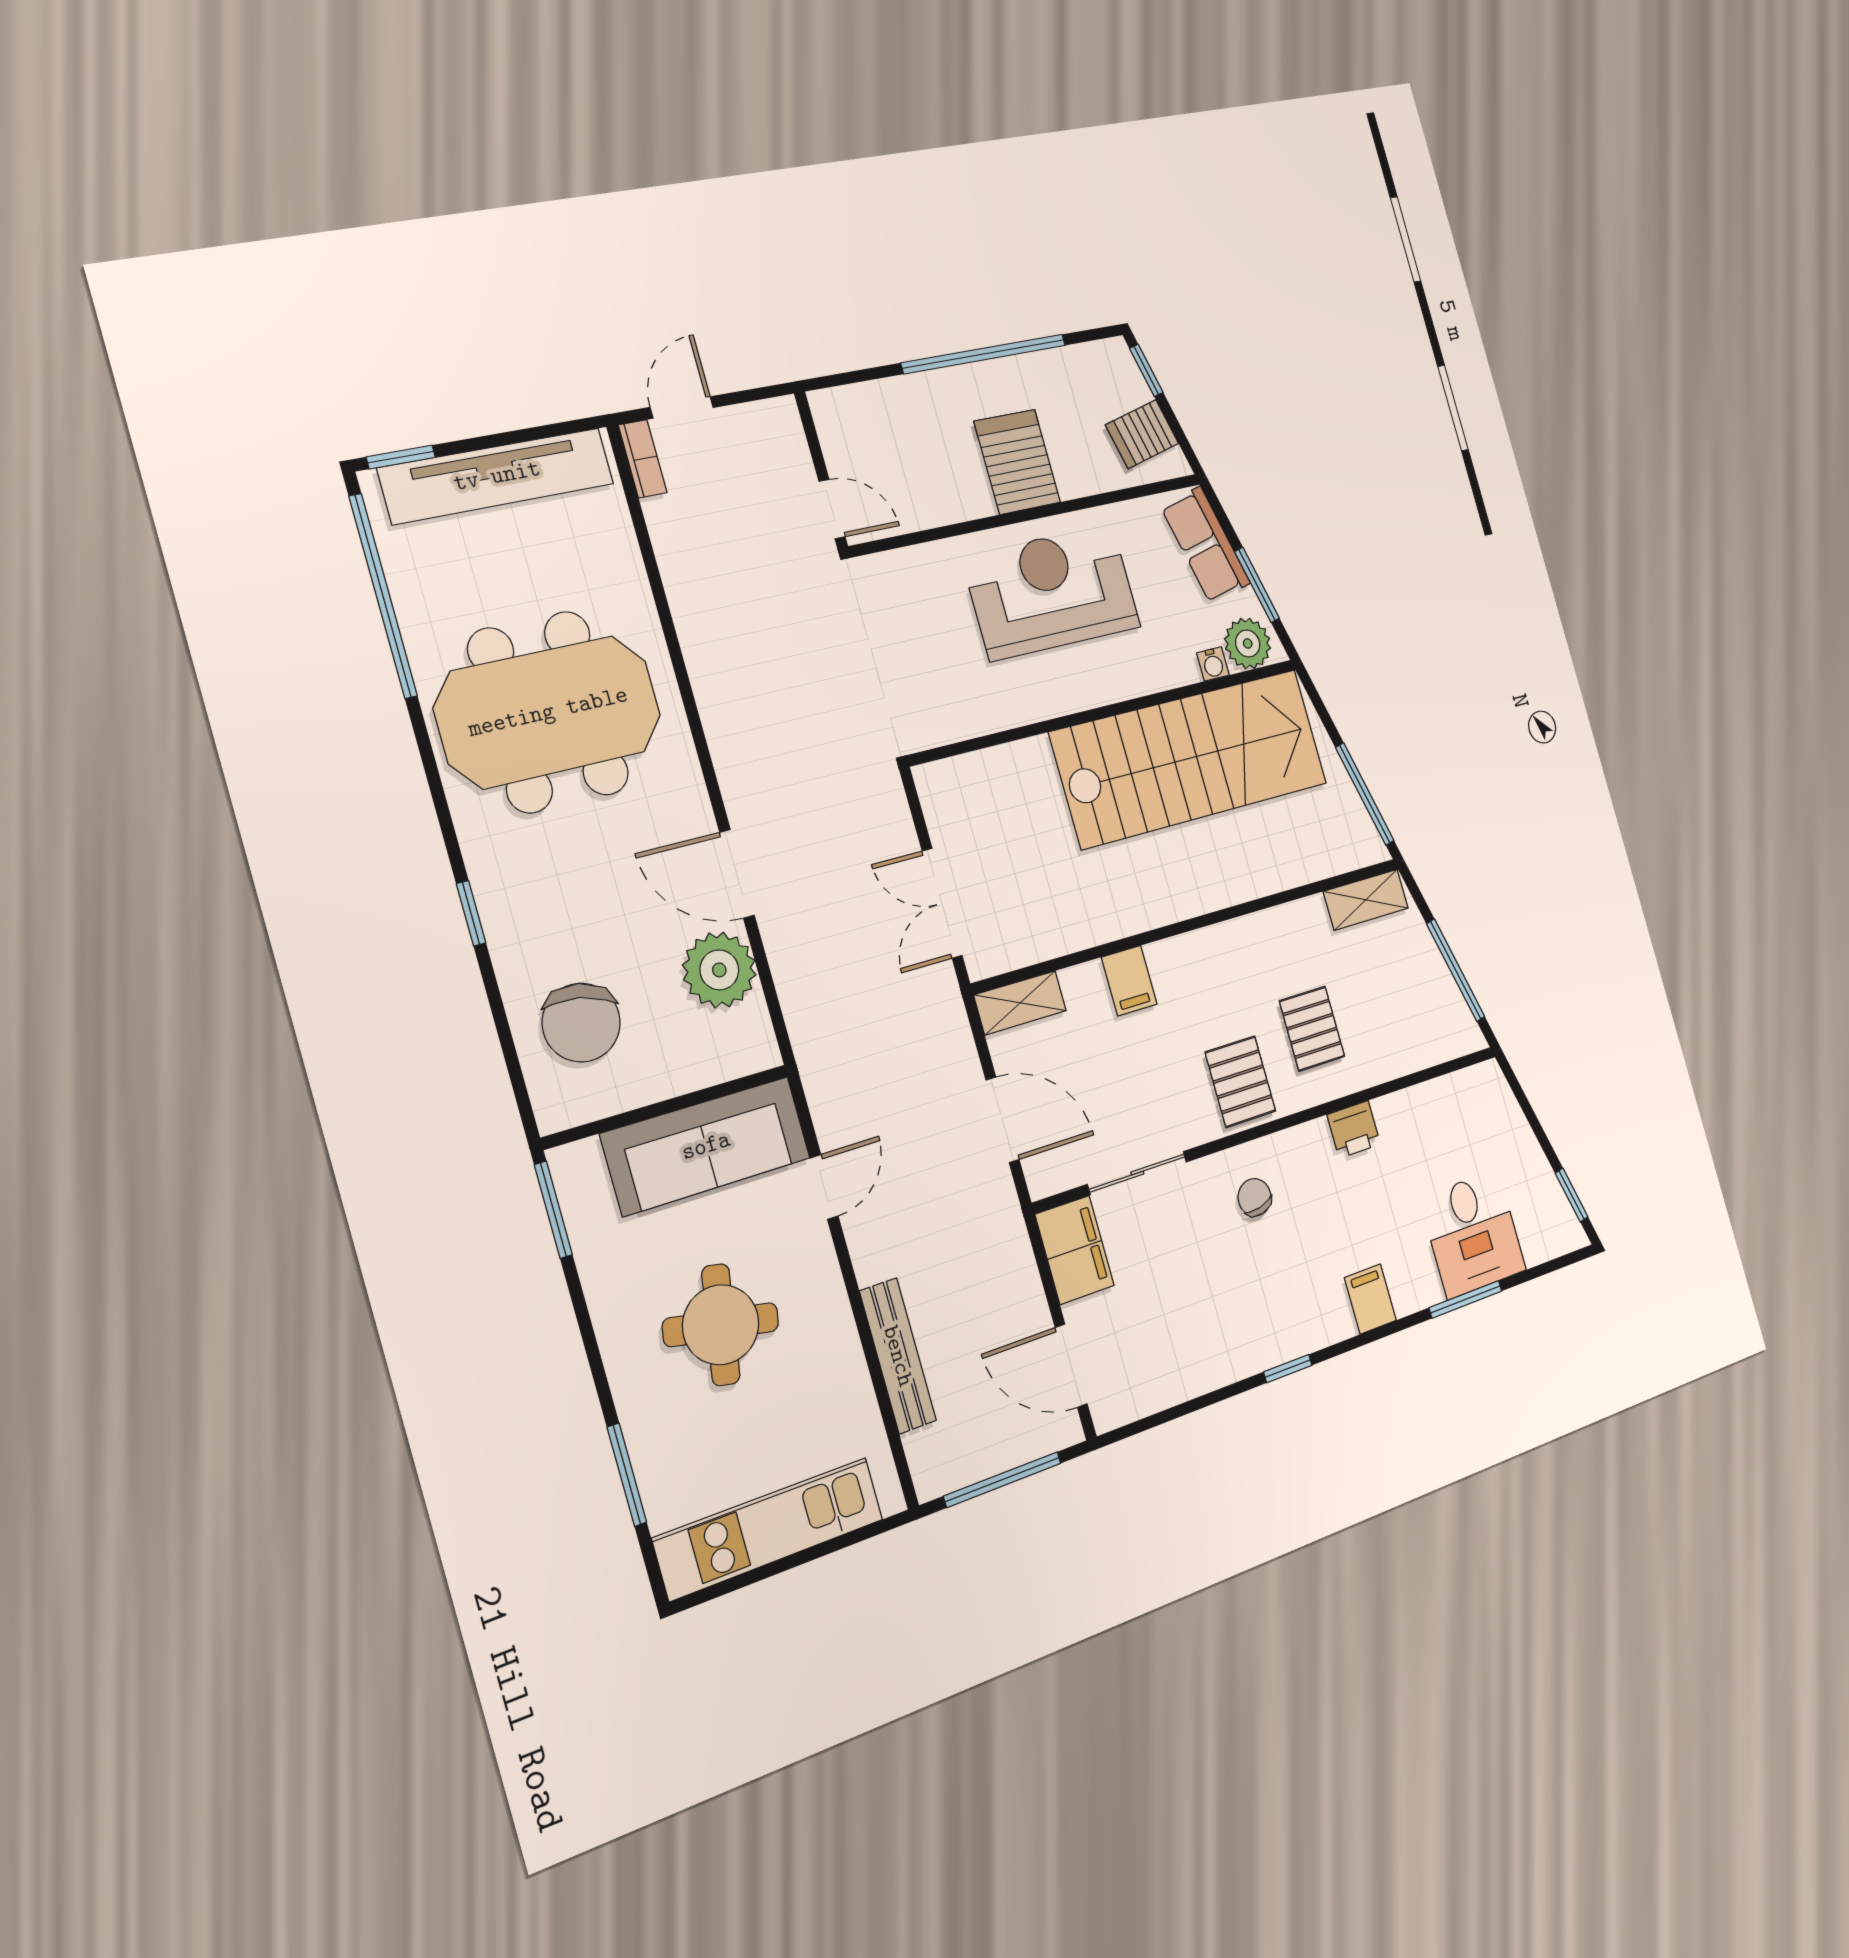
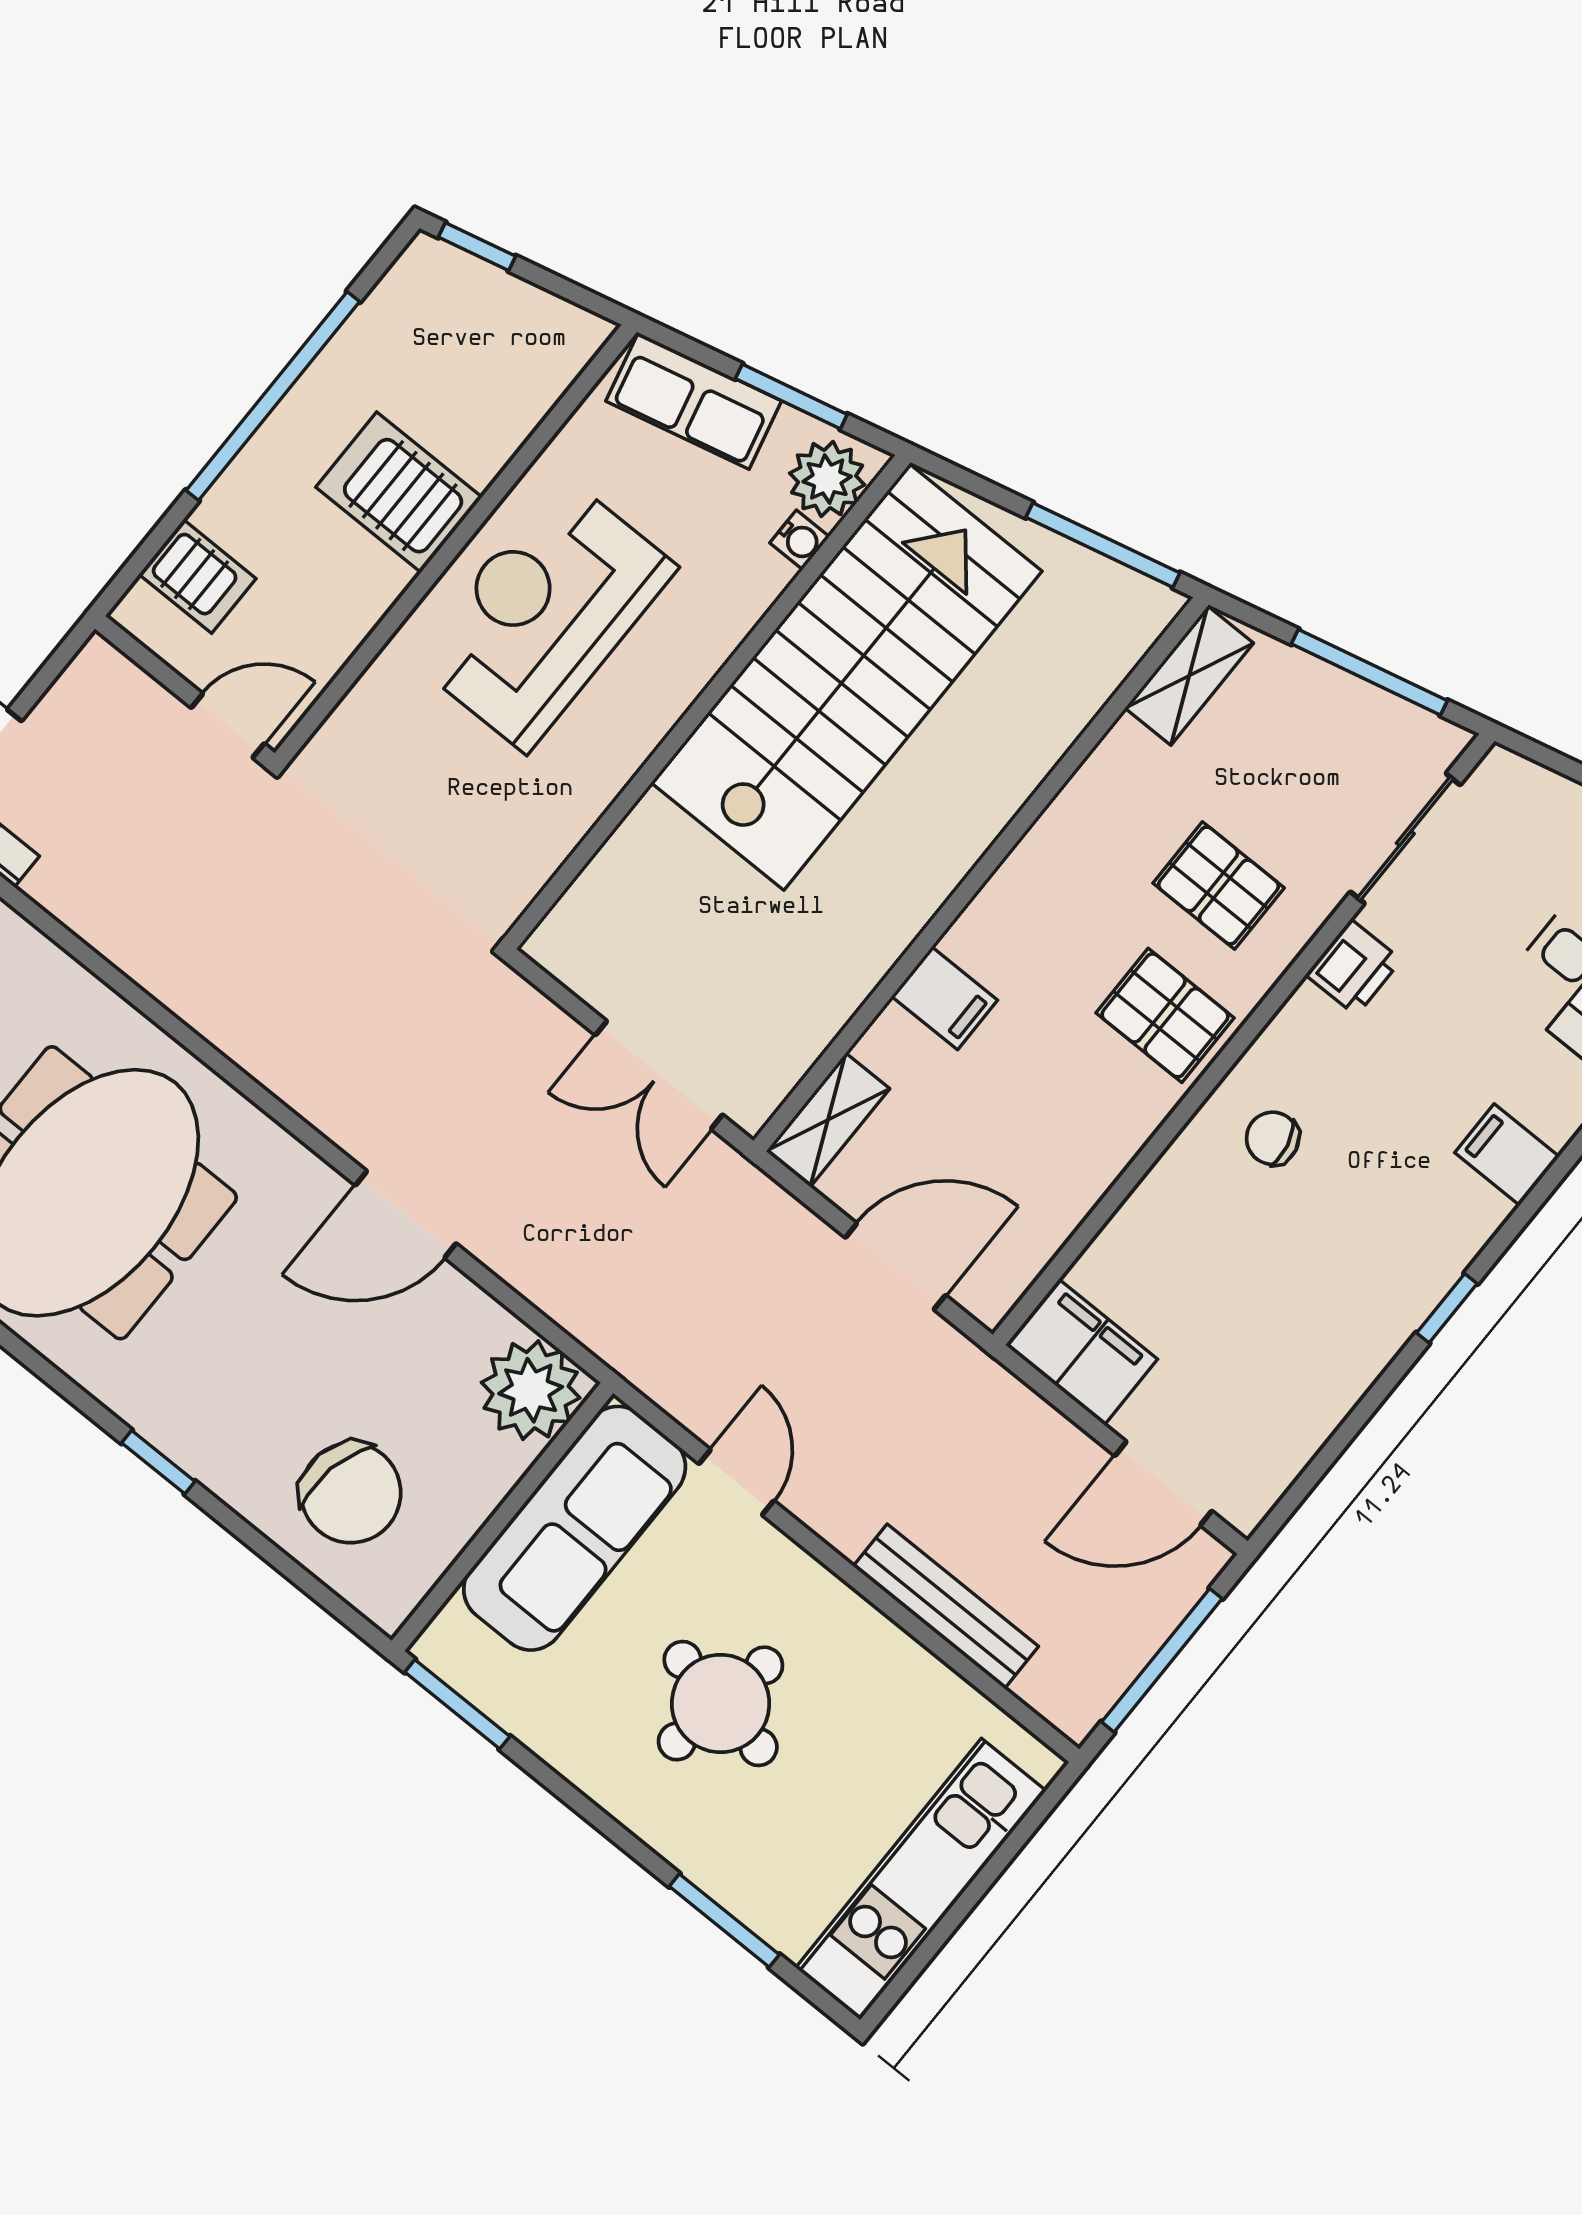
server rack: (1142, 434) -> (197, 576), moved, turned -77
plant: (719, 970) -> (531, 1390), moved
sliding door: (1137, 1173) -> (1405, 838), moved

